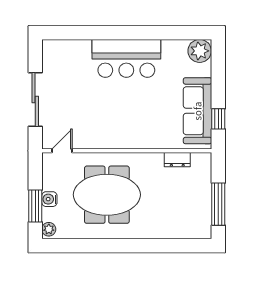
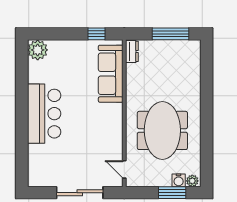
sofa: (197, 111) -> (111, 74), moved, turned 90
dresser: (177, 160) -> (132, 51), moved
water cooler: (49, 199) -> (179, 180), moved

